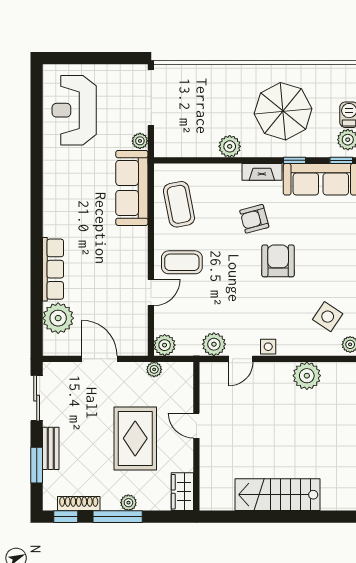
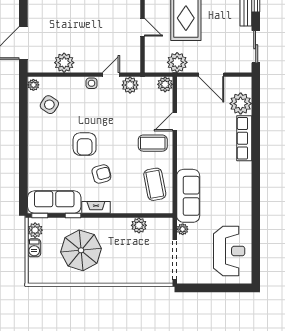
plant: (230, 146) -> (139, 225), moved
plant: (154, 369) -> (177, 62), width x1.88, depth x1.88

